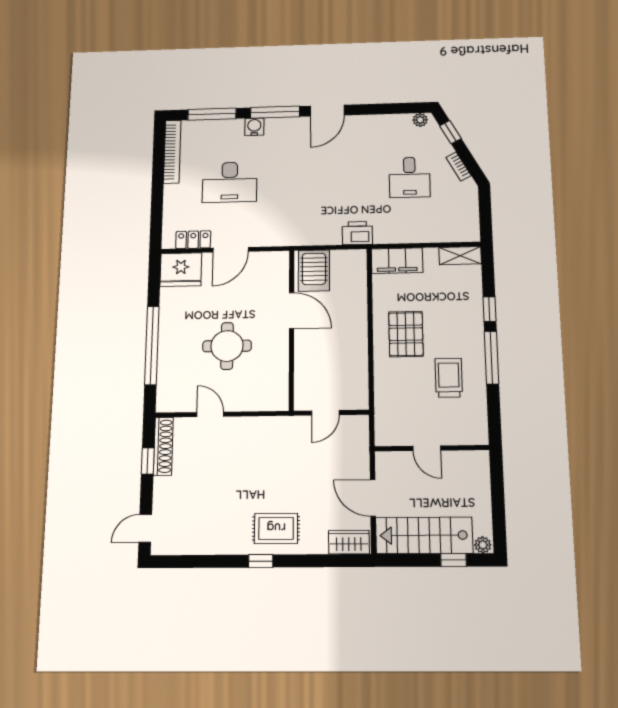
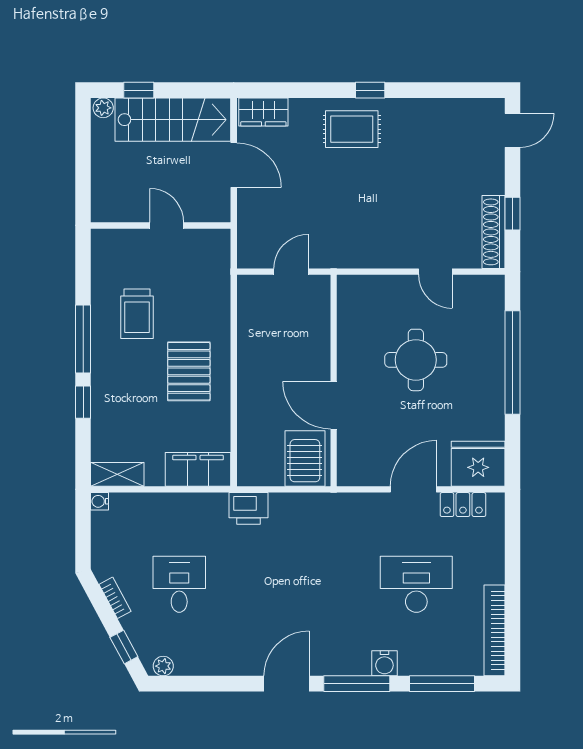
water cooler: (473, 235) -> (100, 501), added

